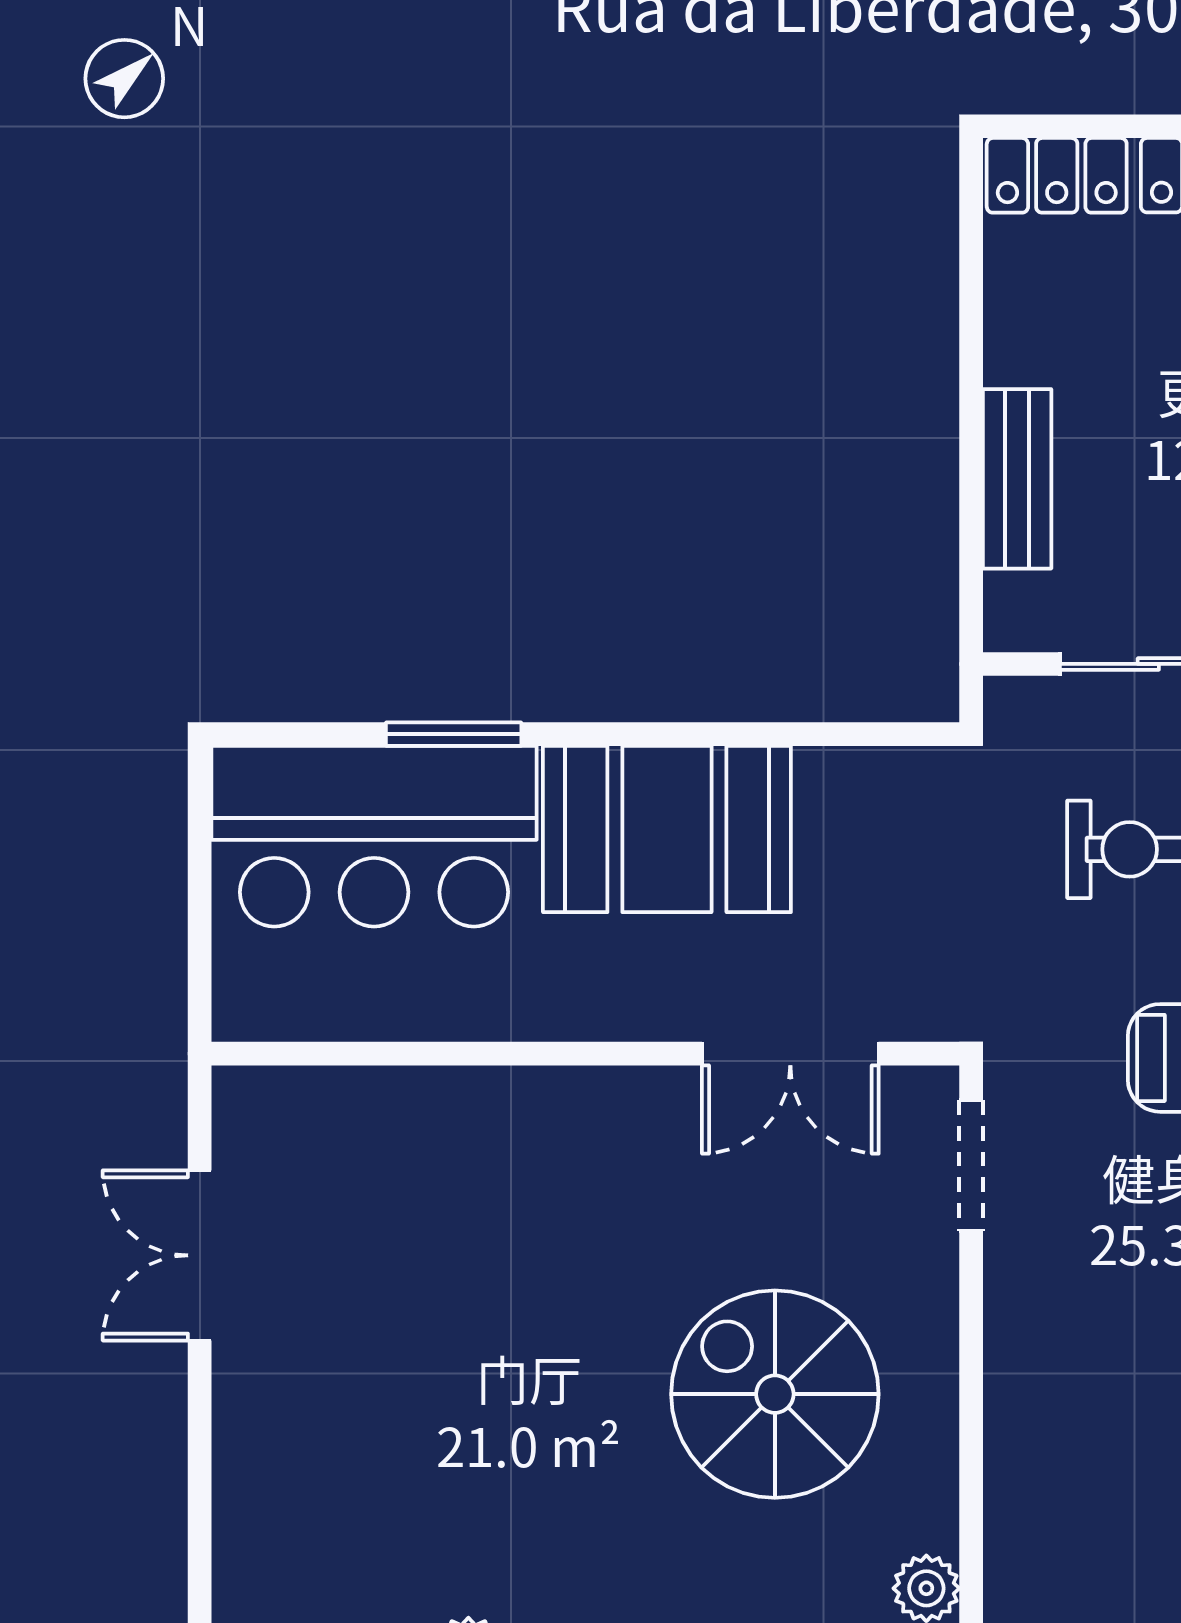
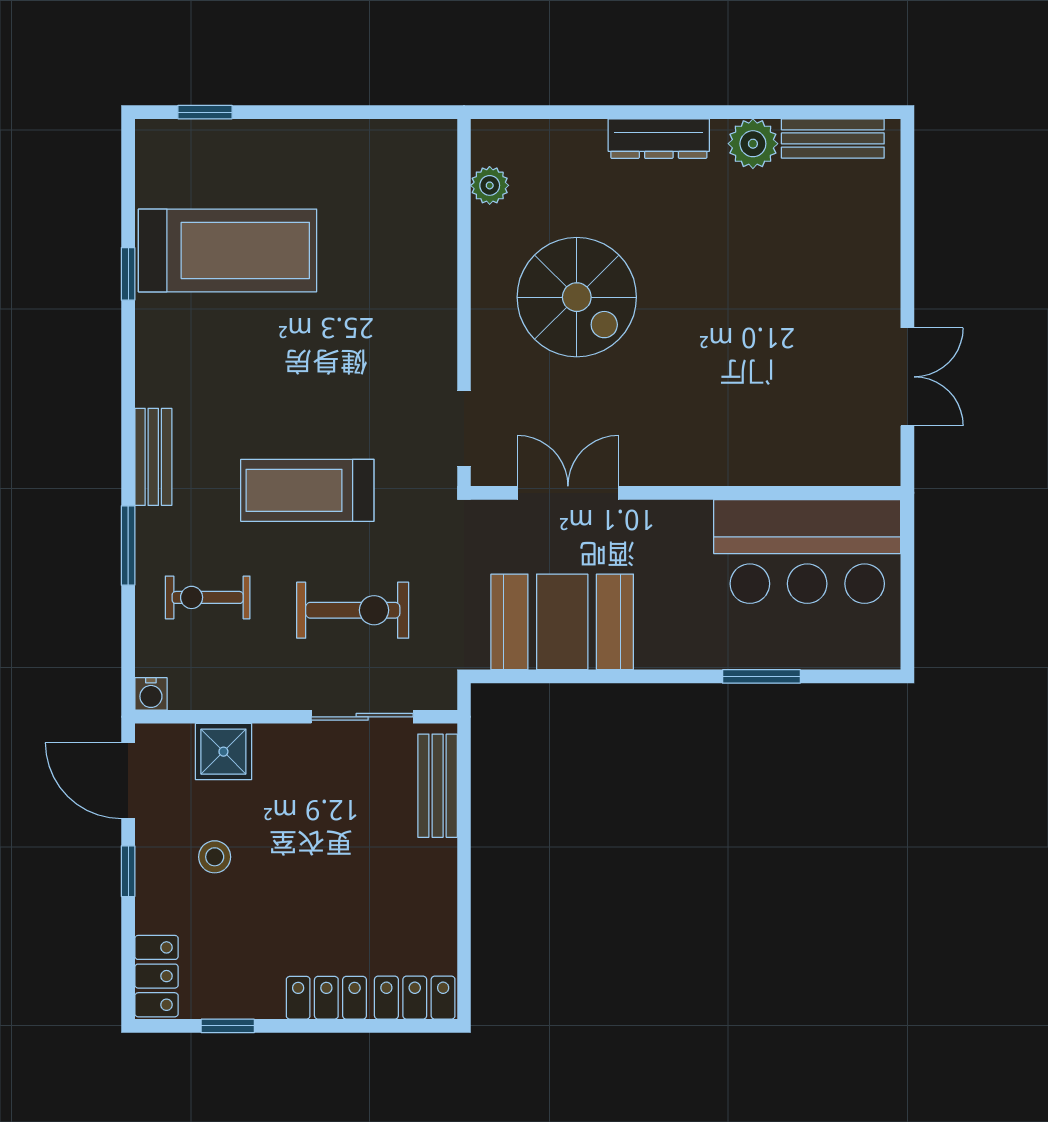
bench: (1017, 479) -> (438, 786), moved
booth: (667, 829) -> (562, 622), moved
bar counter: (374, 836) -> (807, 551), moved, turned 180

